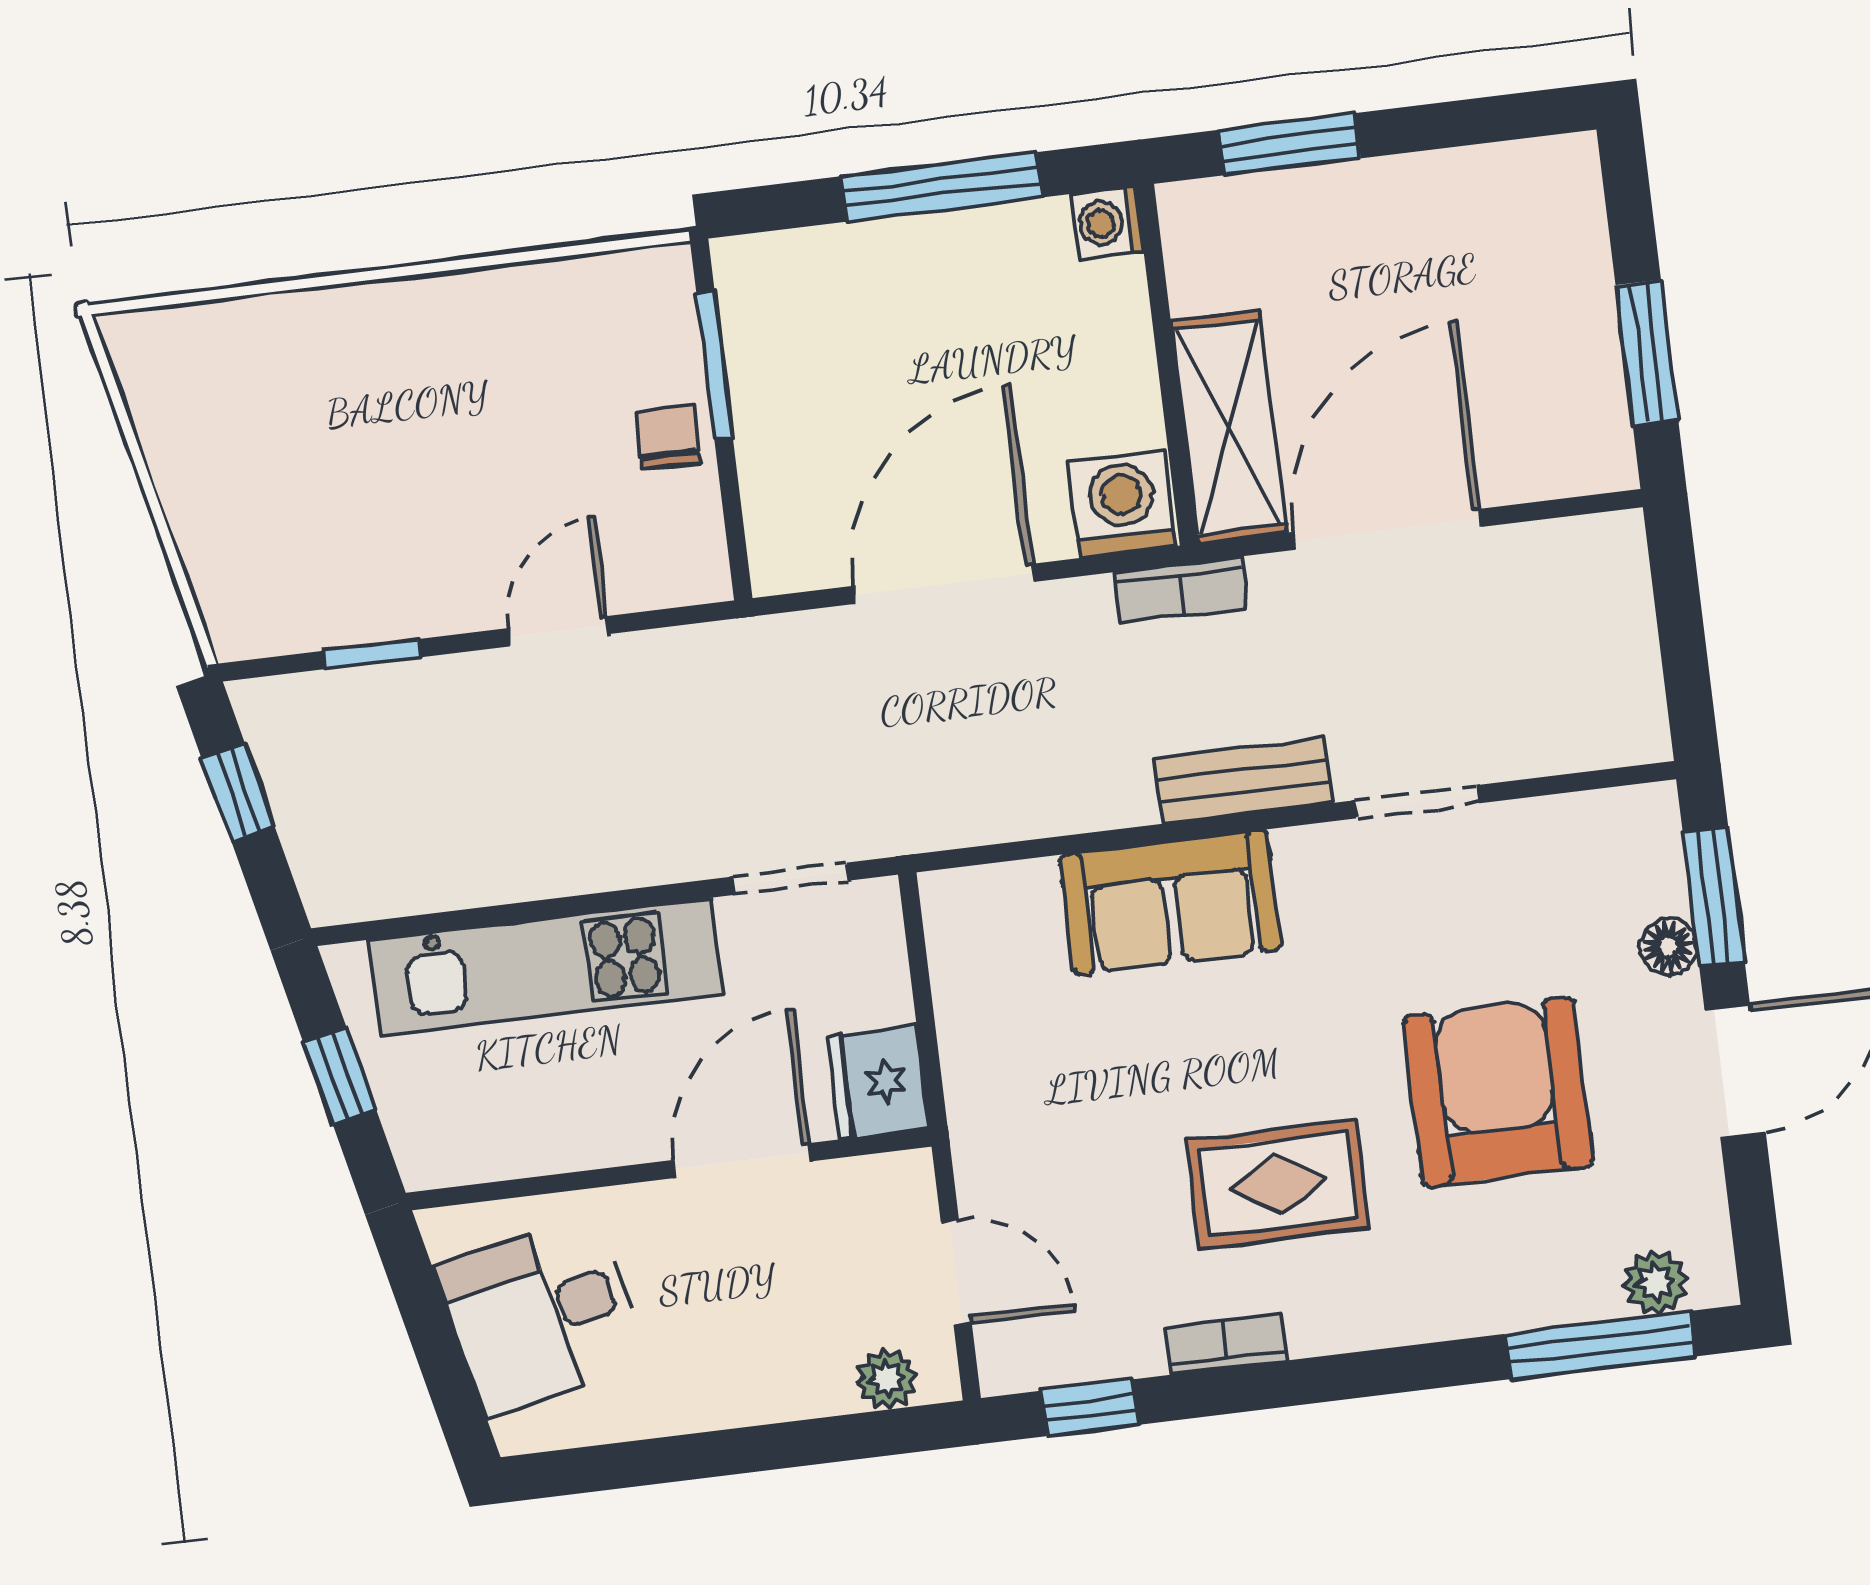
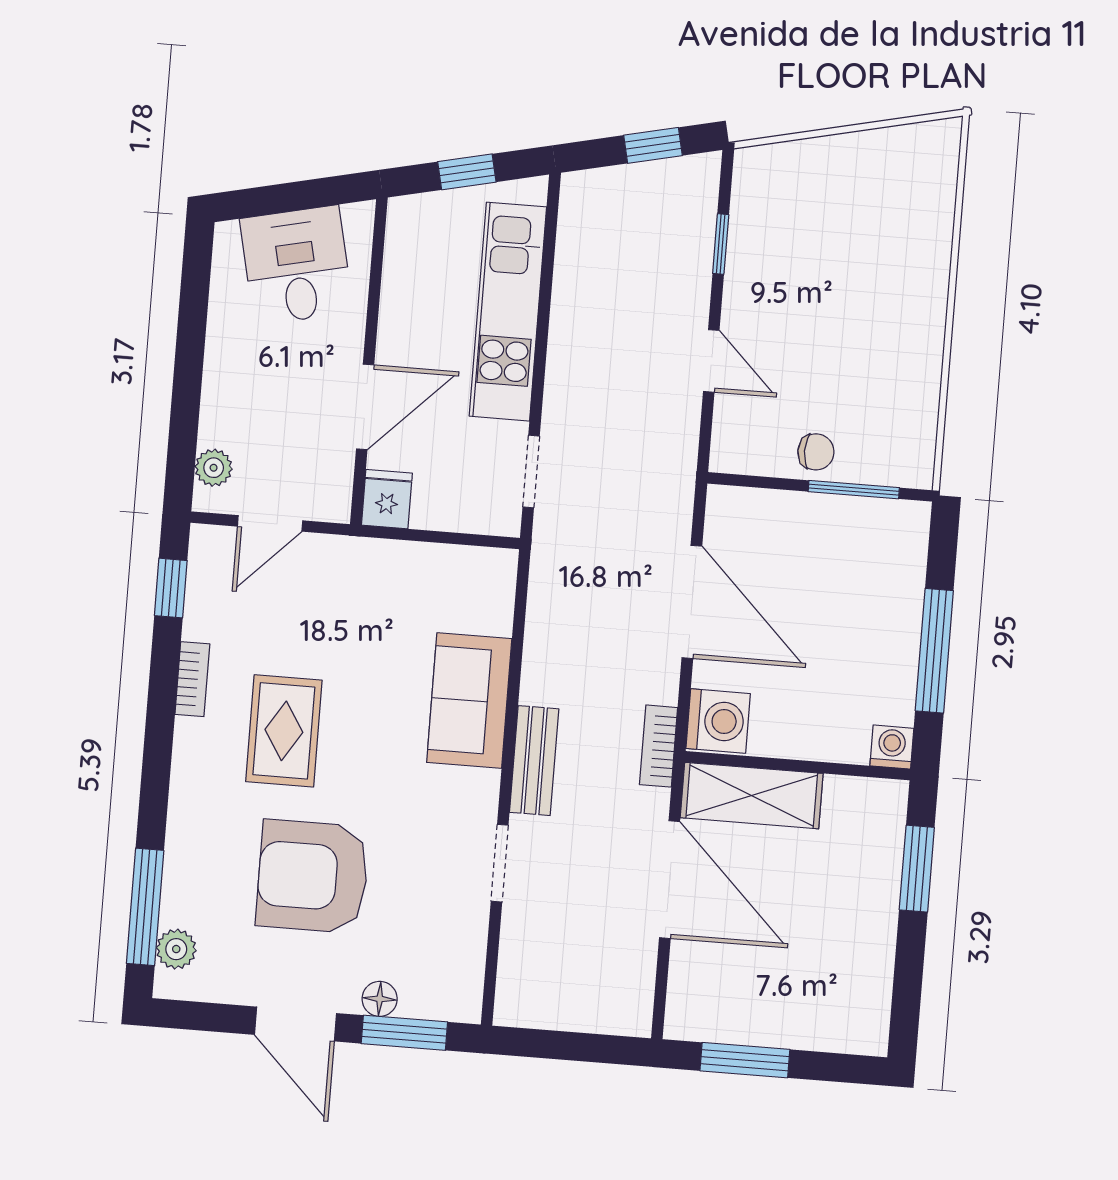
fridge: (879, 1082) -> (387, 499), width x0.72
armchair: (1498, 1092) -> (313, 876), turned 180
door: (742, 1161) -> (365, 407), hinge flipped

